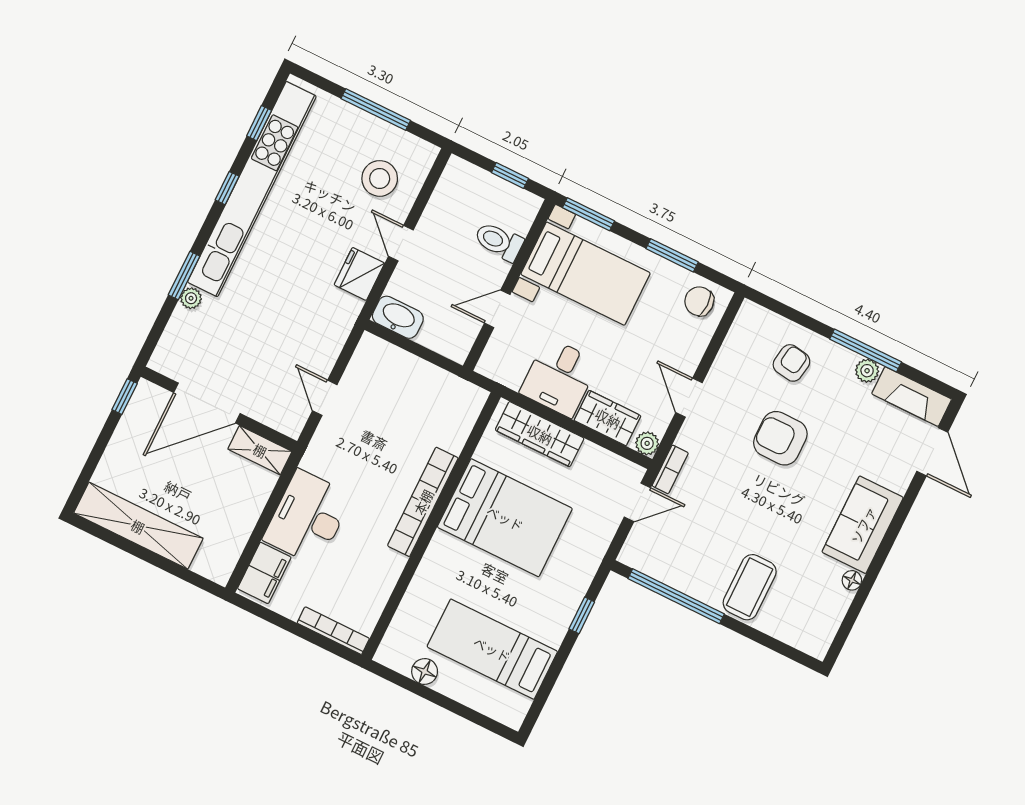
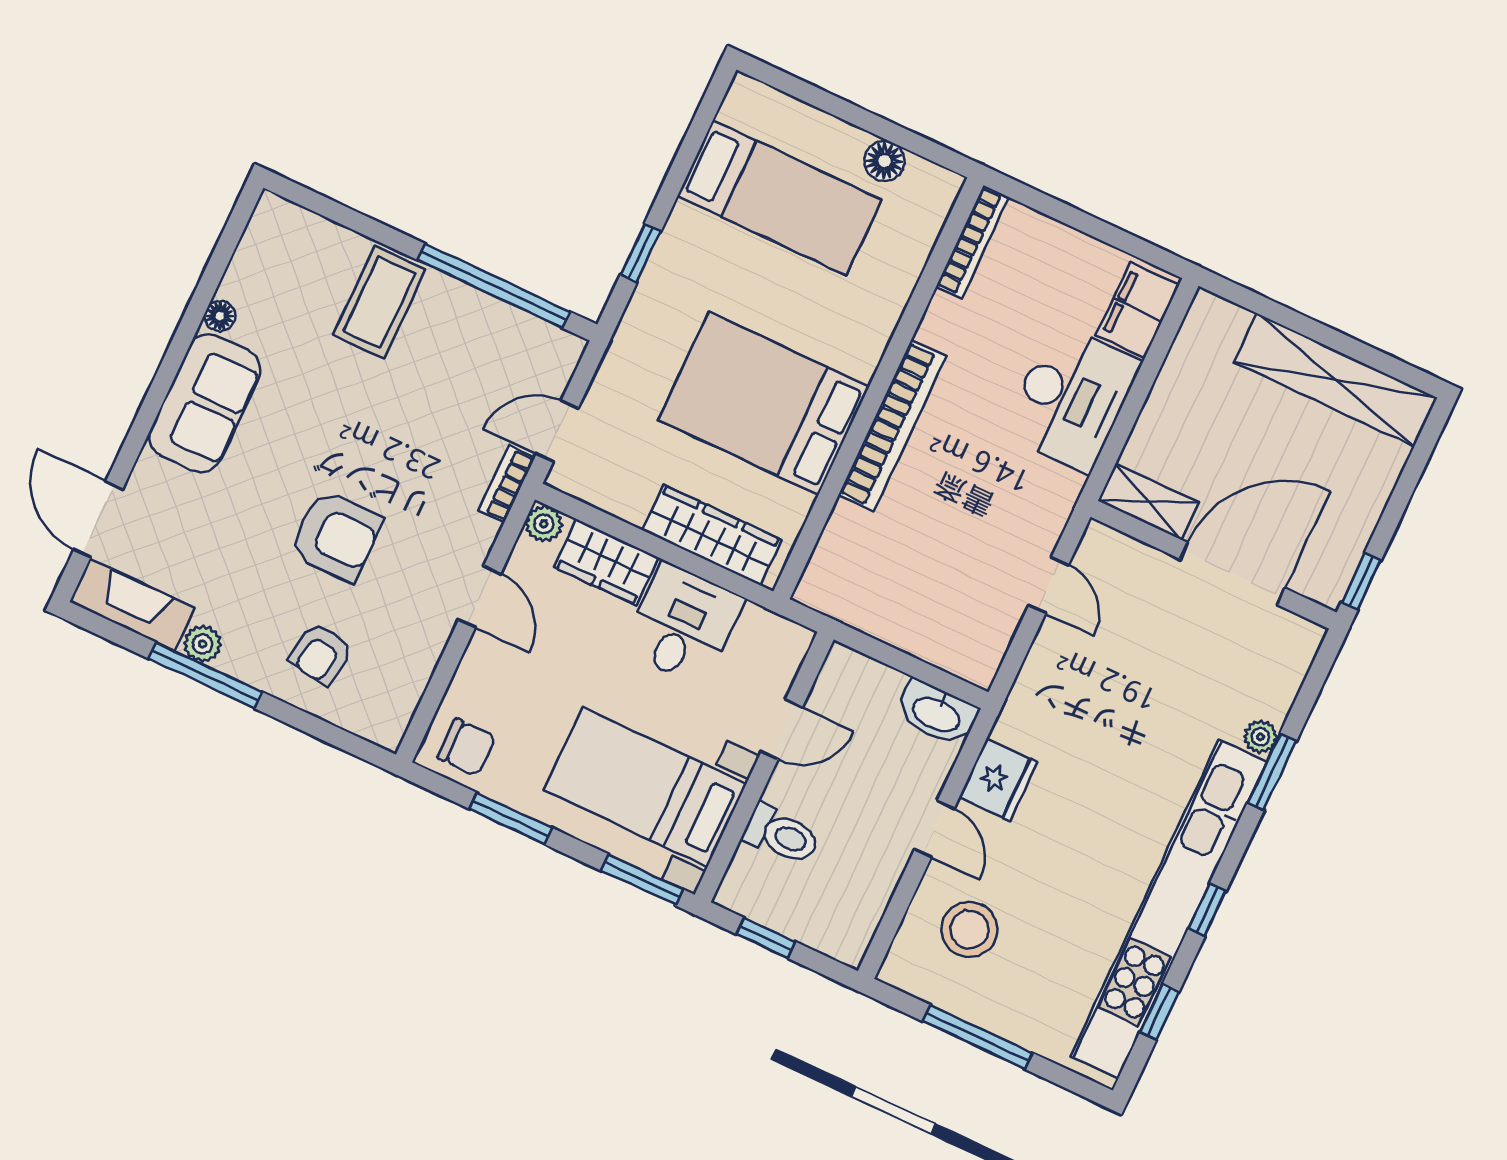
bookcase: (333, 631) -> (973, 242), moved, turned -90

